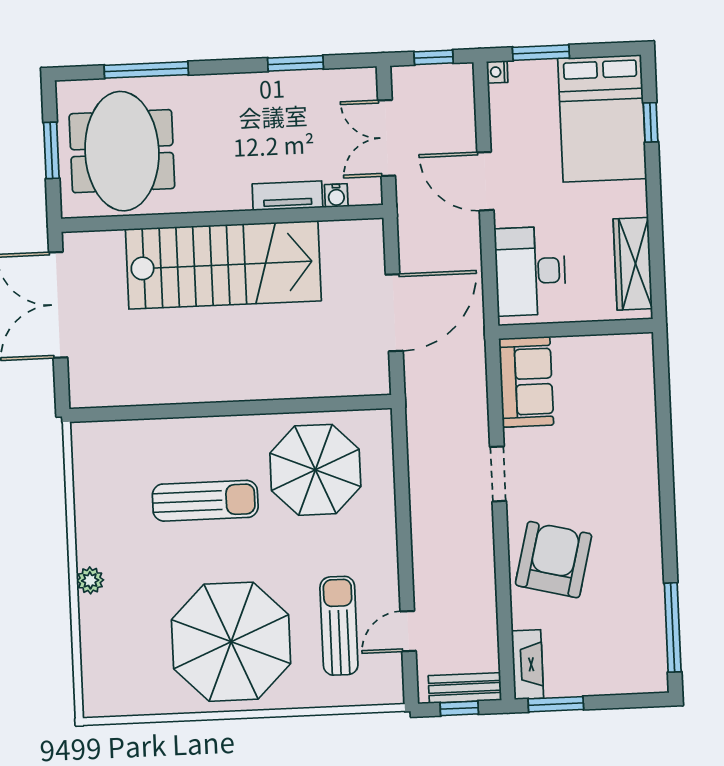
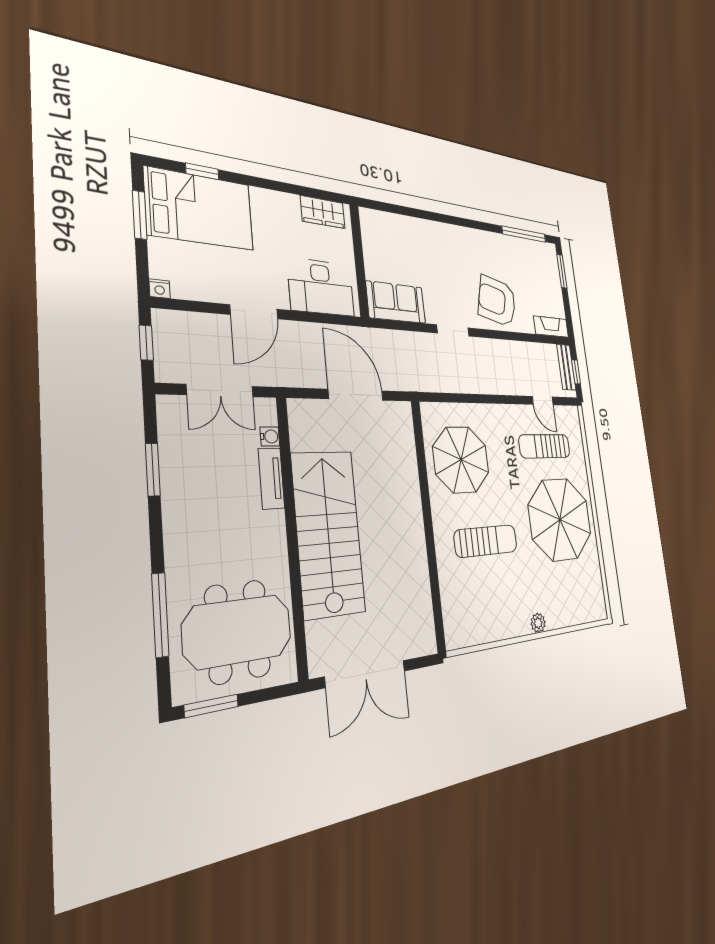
window: (541, 53) -> (140, 215), moved
window: (51, 150) -> (211, 706), moved
wardrobe: (633, 264) -> (323, 212), width x0.67
sun lounger: (205, 501) -> (486, 541), turned 90
window: (556, 704) -> (562, 271), moved

